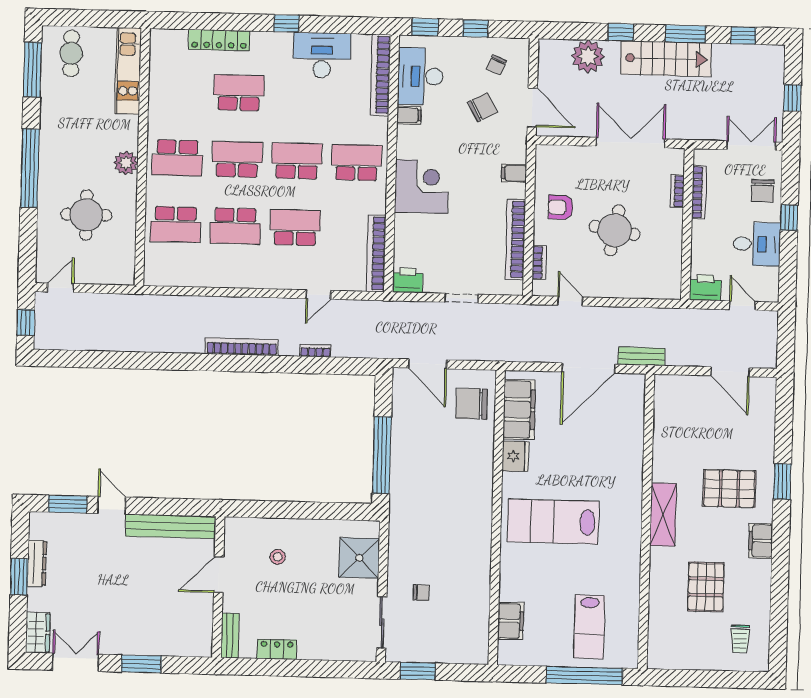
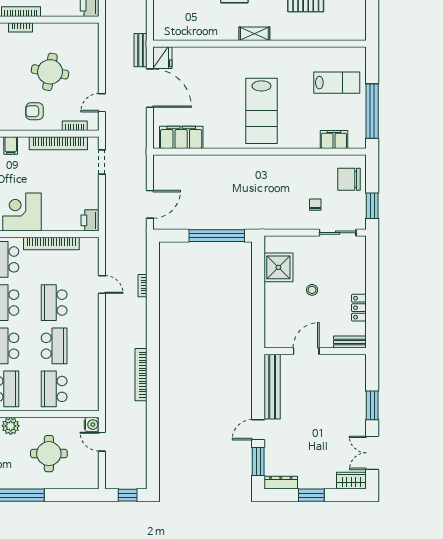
armchair: (561, 207) -> (34, 111), turned 90
school desk: (176, 224) -> (54, 389), turned 180
bookcase: (376, 253) -> (51, 243), moved
water cooler: (125, 275) -> (92, 425), added
door: (61, 288) -> (102, 442), moved
doorway: (462, 298) -> (102, 162), moved
bookcase: (242, 347) -> (141, 375), moved
chair: (472, 404) -> (349, 179), moved, turned 90
fridge: (515, 456) -> (162, 58), moved, turned 90
shelving: (663, 515) -> (254, 34), width x0.67, depth x0.75
stool: (278, 557) -> (312, 290), moved
shower: (359, 558) -> (278, 267), moved
dresser: (37, 563) -> (281, 483), moved
door: (219, 575) -> (306, 351), swing flipped
window: (584, 676) -> (372, 111), moved

